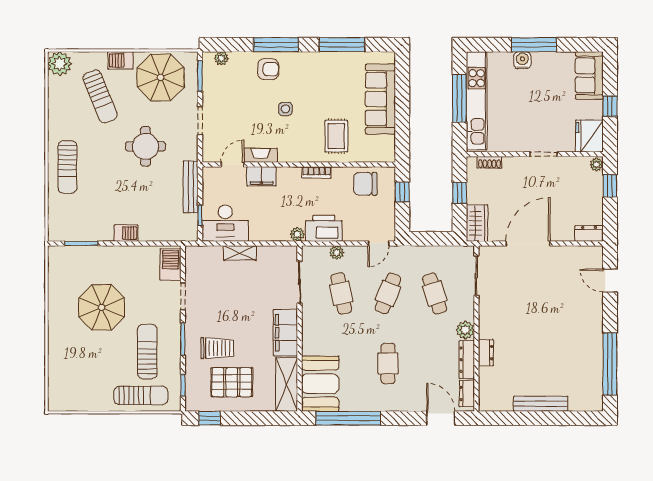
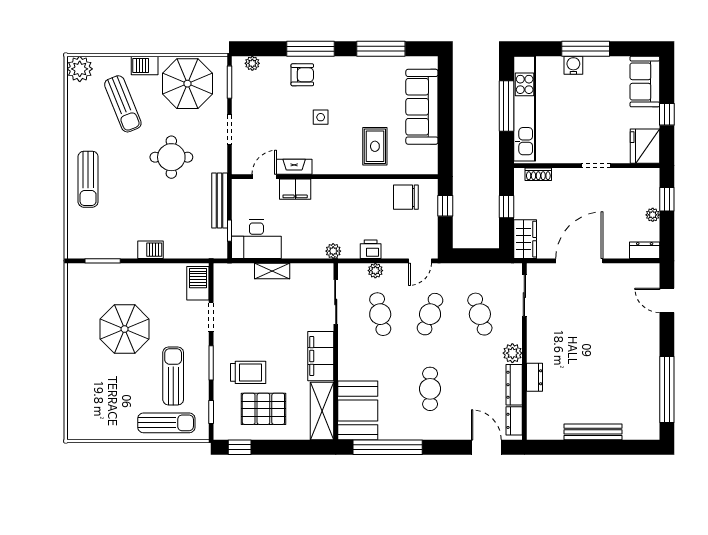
plant: (597, 164) -> (653, 215), moved
bookcase: (316, 172) -> (354, 185), removed
printer: (324, 228) -> (371, 249), width x0.53, depth x0.68

